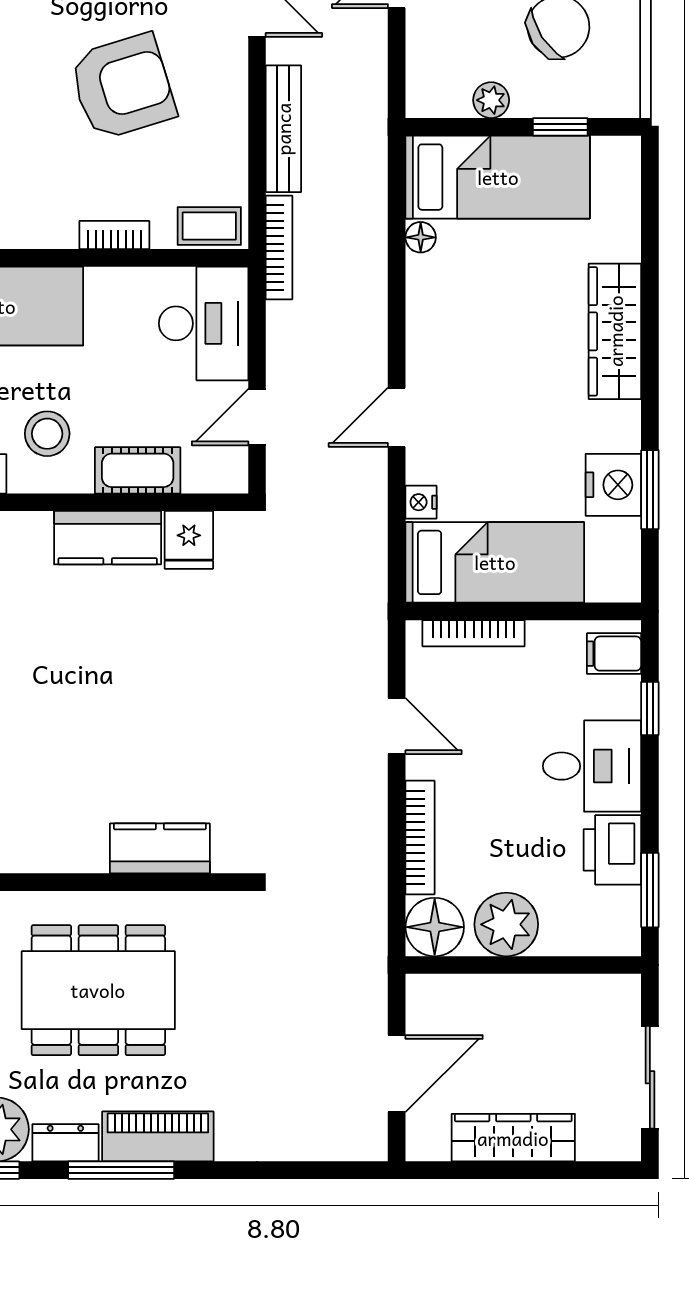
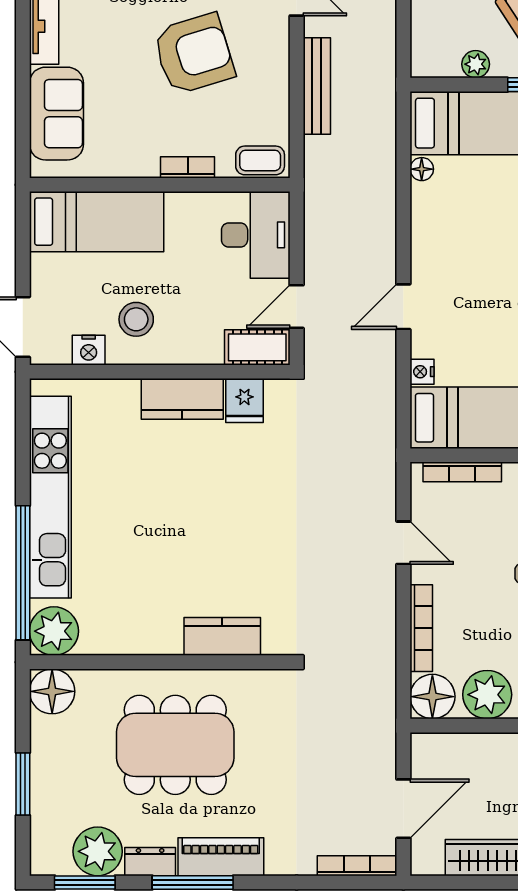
bookcase: (279, 247) -> (357, 866), moved, turned -90
cot: (138, 470) -> (257, 347), moved

